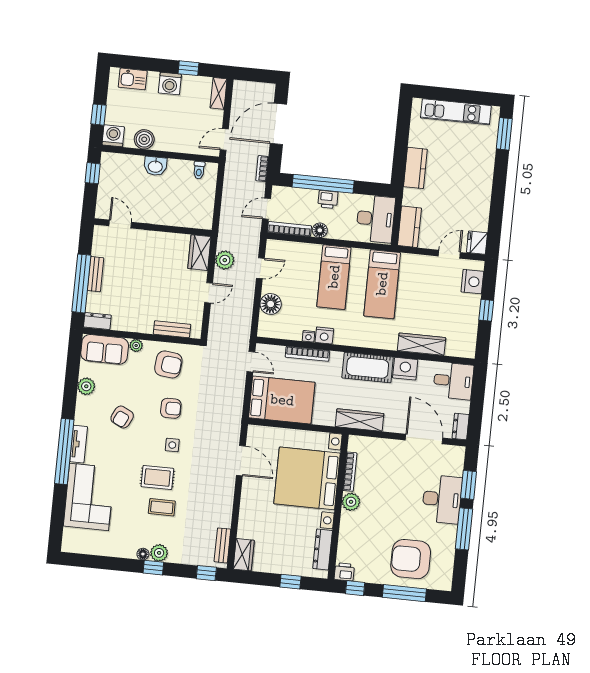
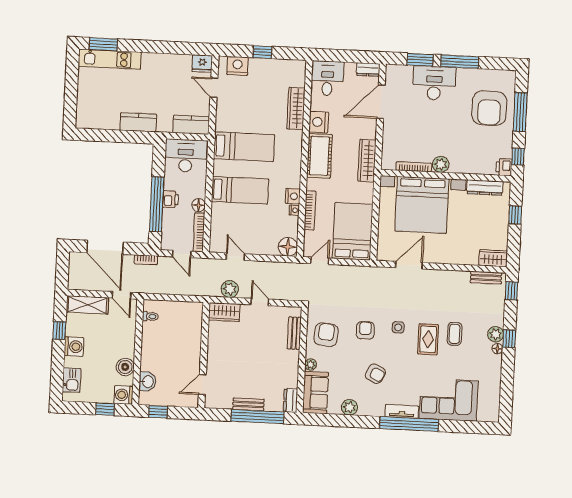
shelving: (219, 93) -> (87, 305), width x1.50, depth x1.33
kitchen unit: (456, 112) -> (110, 59), moved, turned 90
washbasin: (155, 166) -> (147, 382), moved
floor lamp: (271, 304) -> (288, 247), moved

